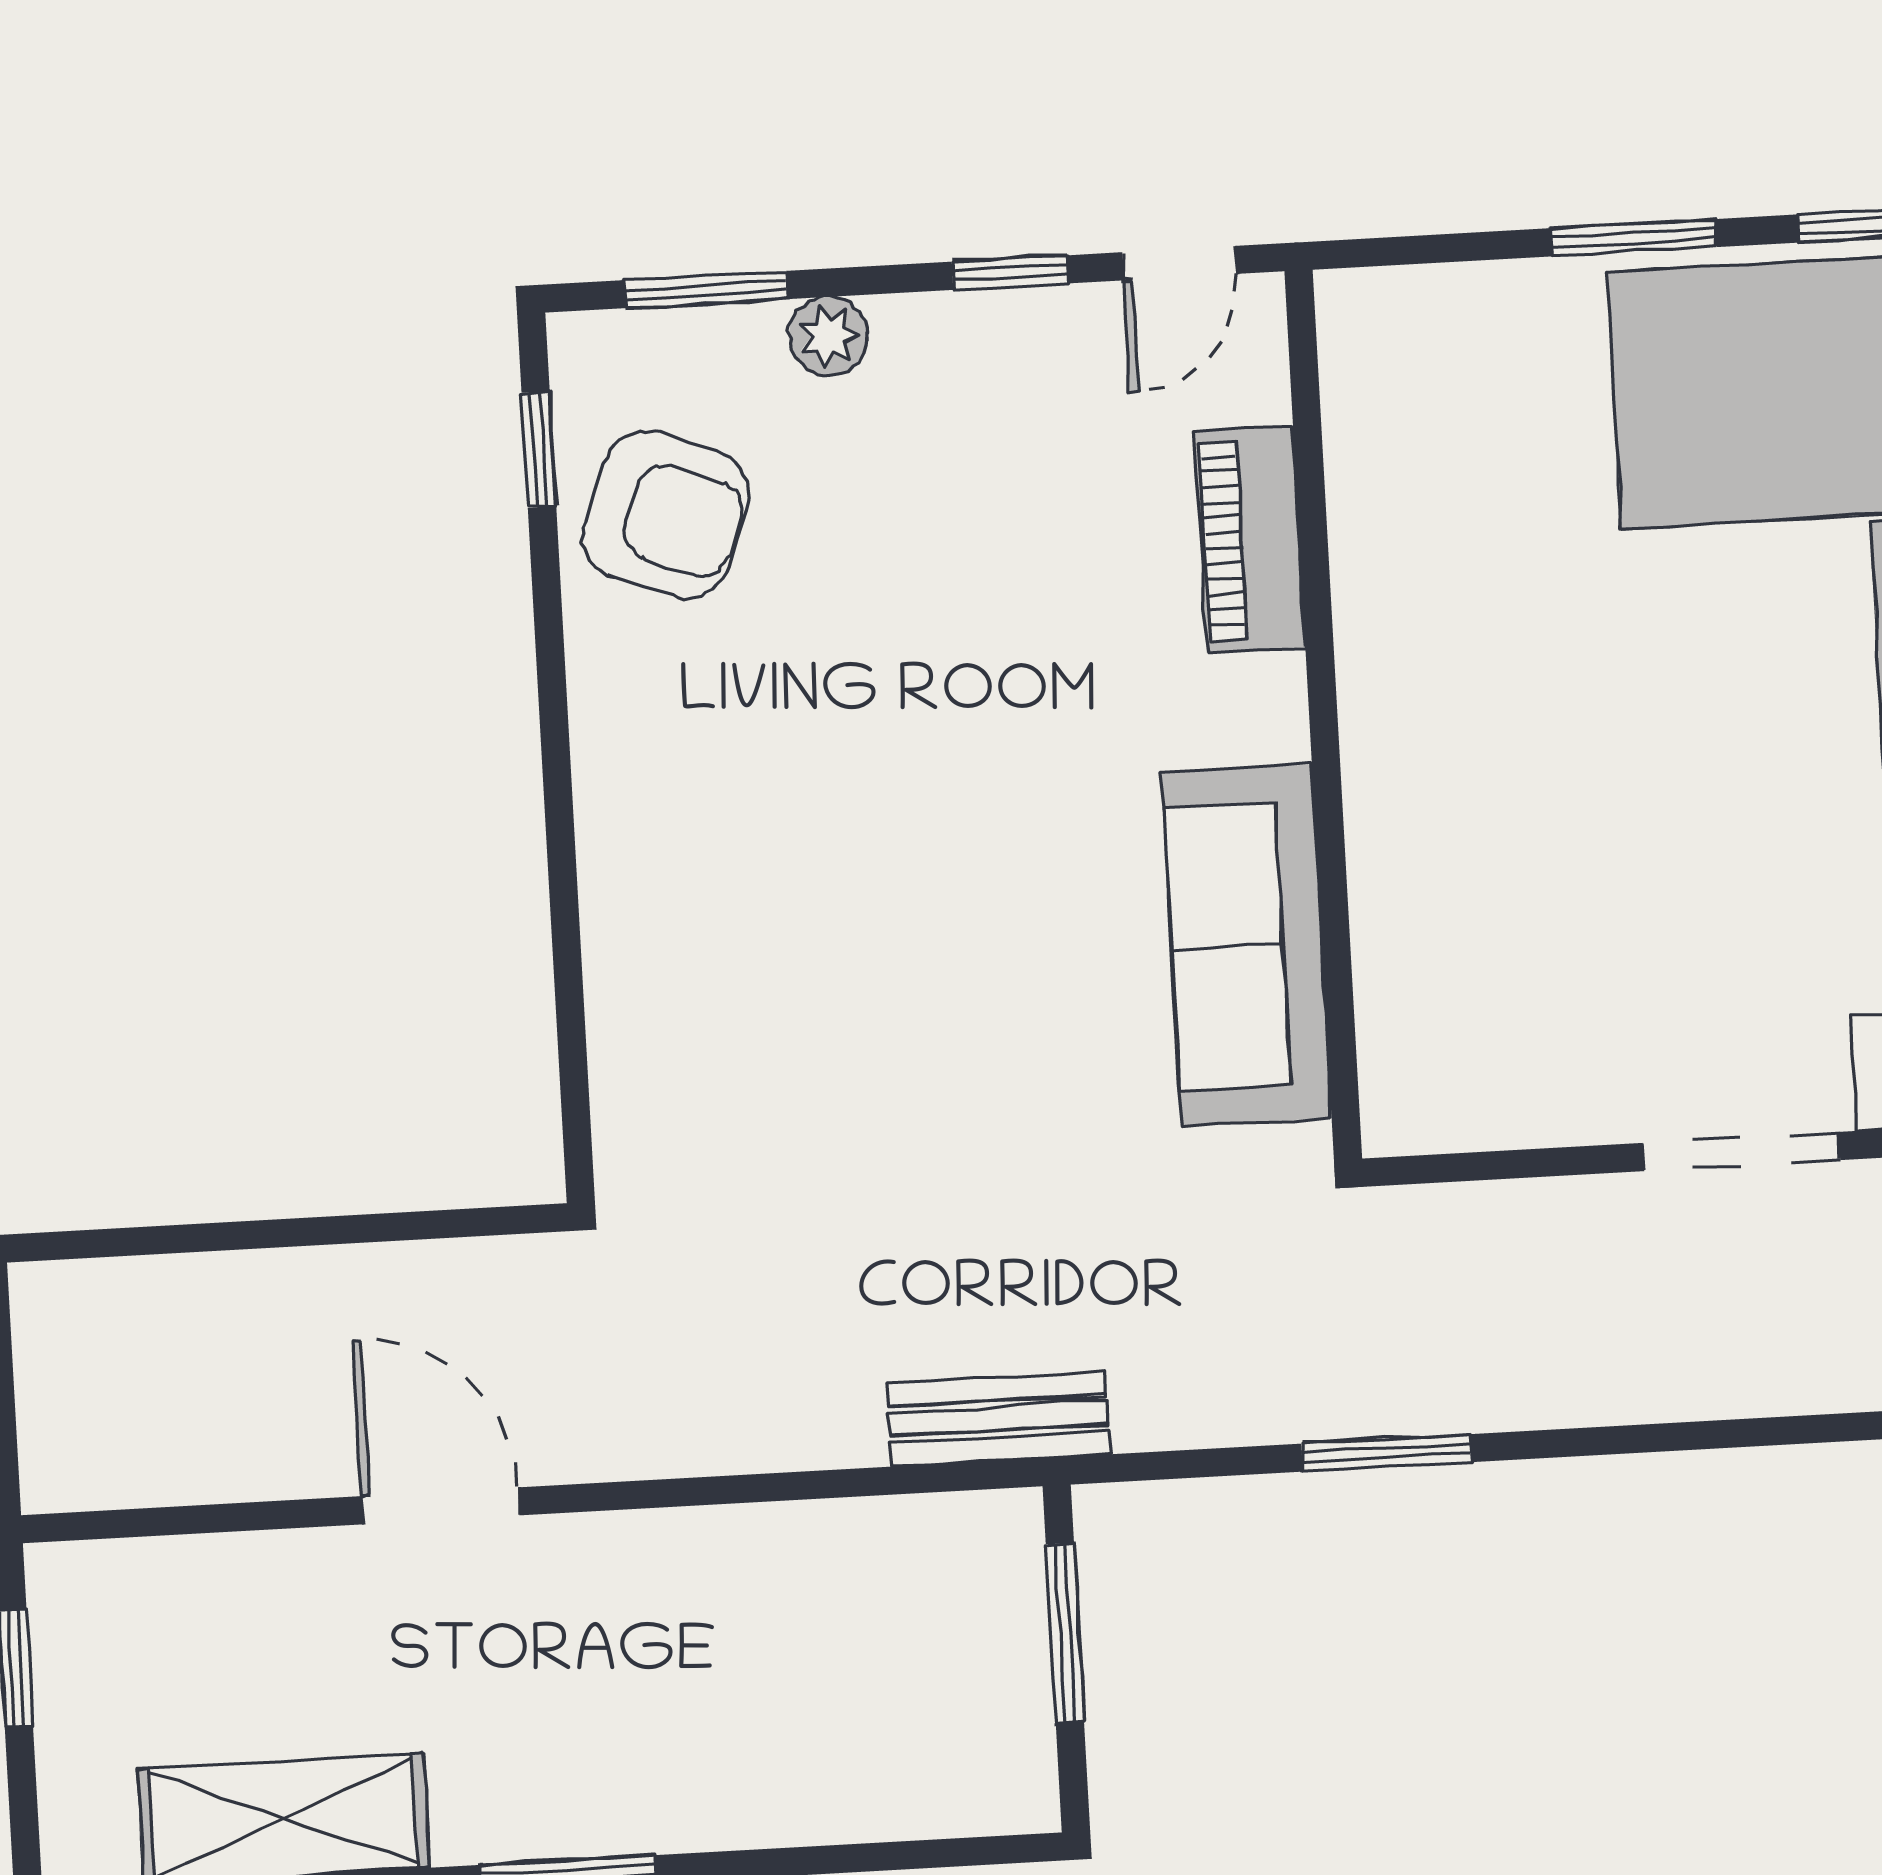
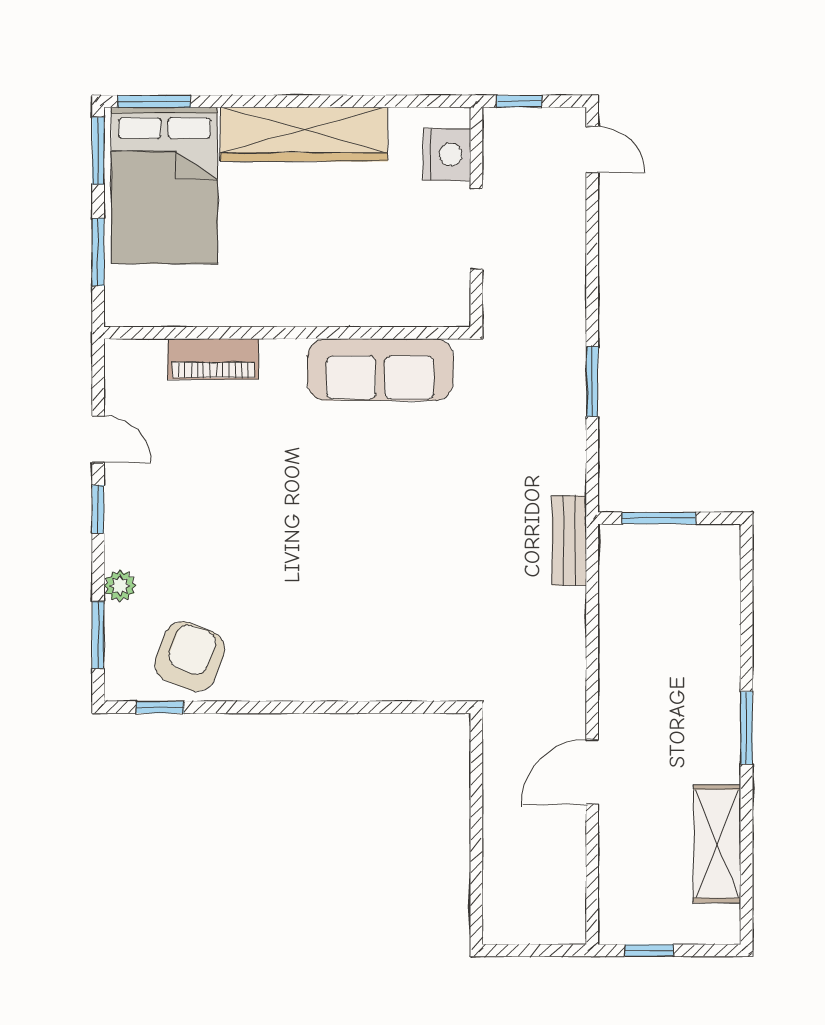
piano: (1250, 539) -> (213, 359), moved
wall: (1323, 715) -> (287, 333), moved
sofa: (1247, 945) -> (380, 370), moved

